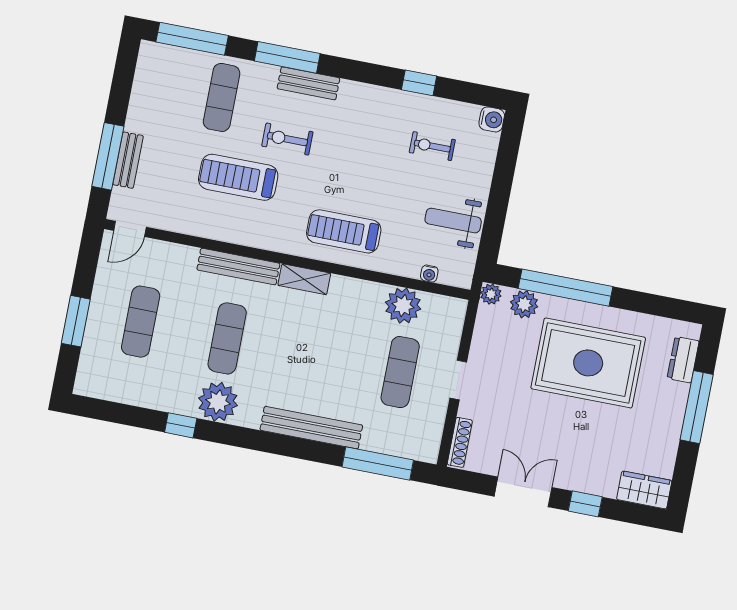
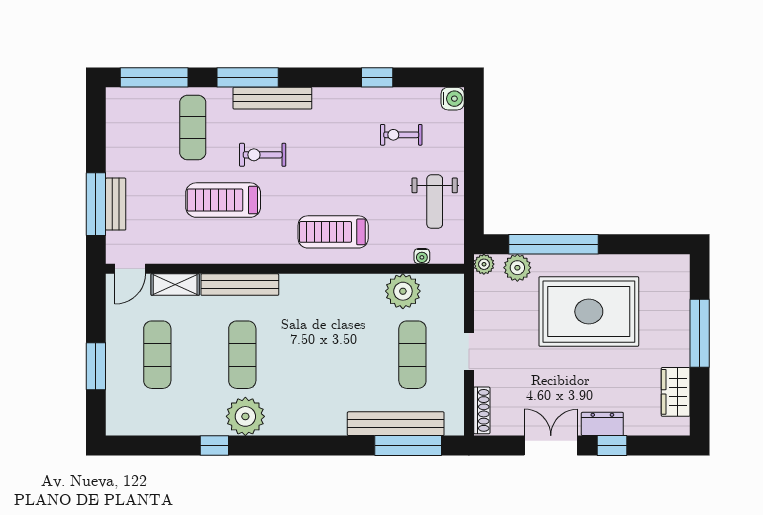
bench: (308, 83) -> (272, 98), width x1.36
weight bench: (453, 221) -> (435, 202), turned -90
shelving: (304, 279) -> (175, 284), moved
dresser: (683, 360) -> (602, 424), moved, turned 90
bench: (311, 428) -> (396, 424), moved
wardrobe: (644, 490) -> (676, 392), moved, turned -90

